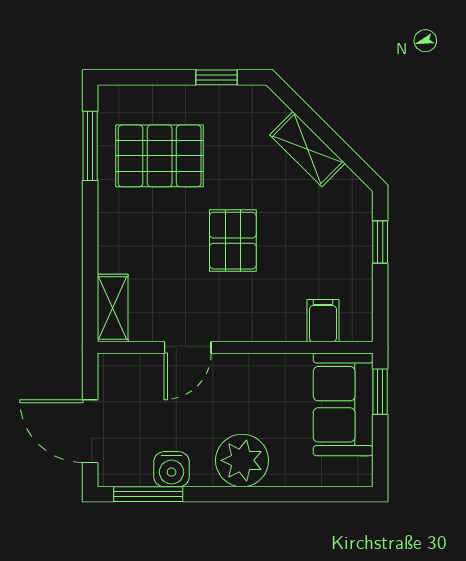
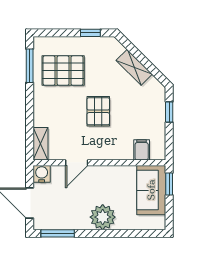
water cooler: (171, 469) -> (42, 174), moved, turned 180

